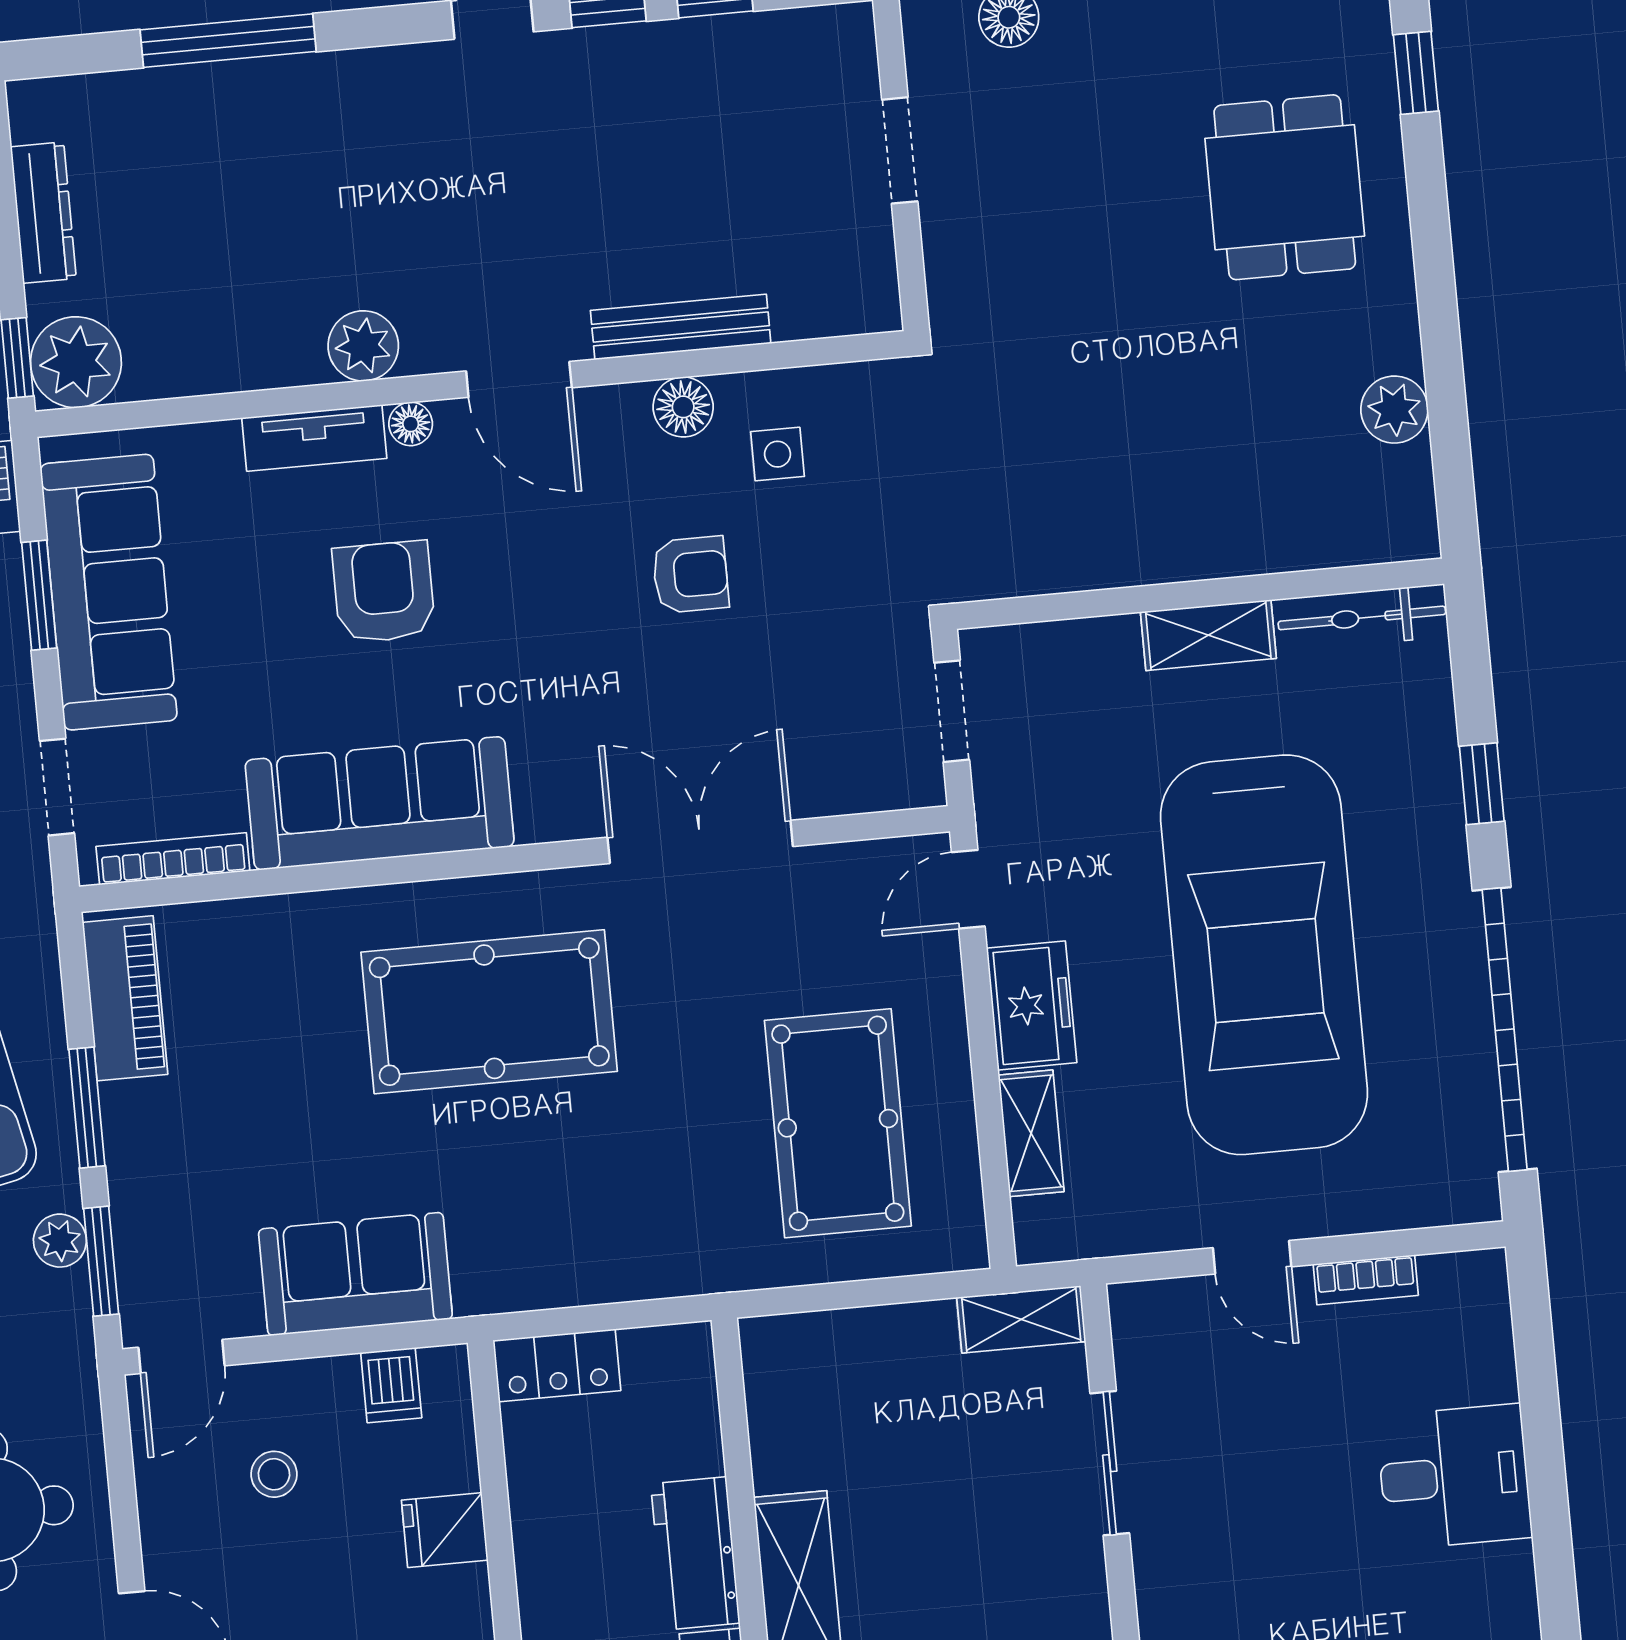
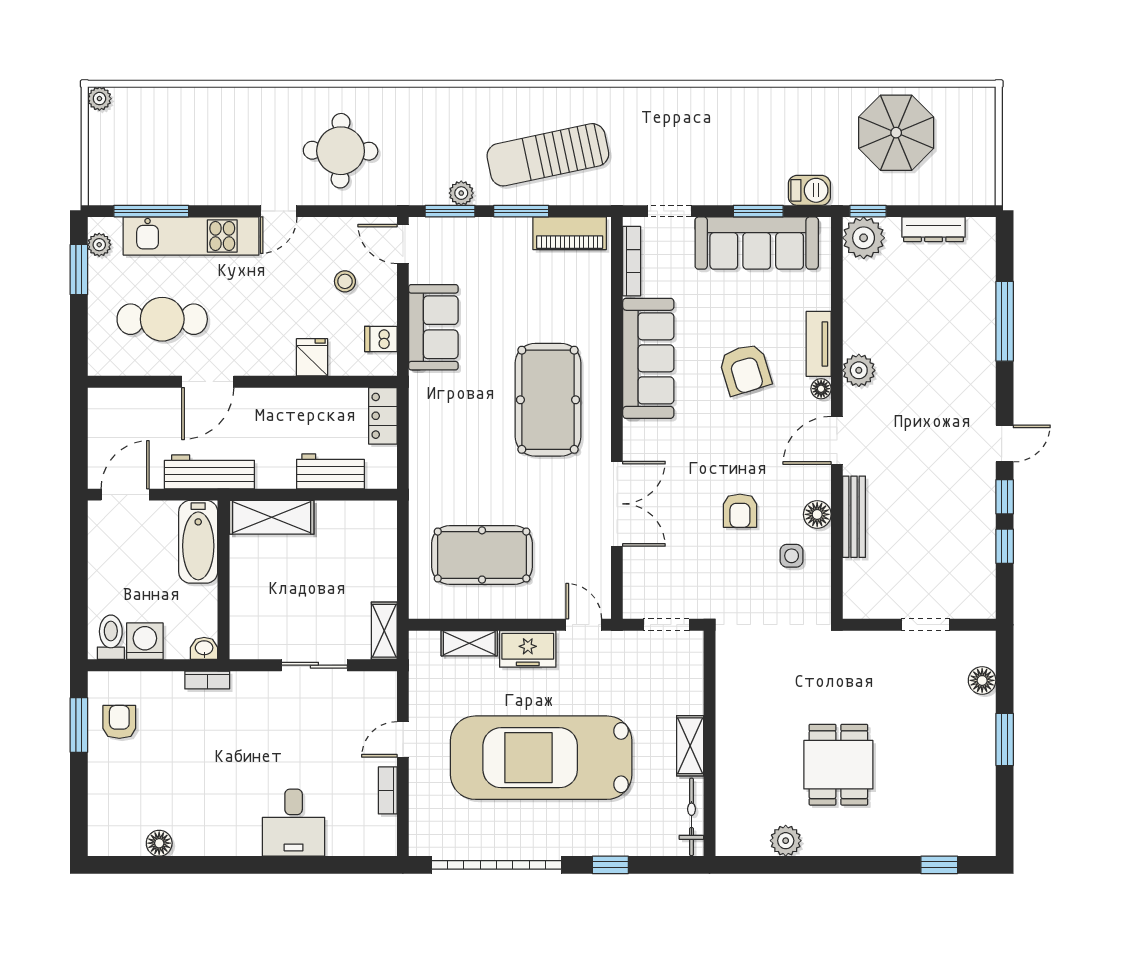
dining table: (1285, 187) -> (838, 765), moved, turned 90
armchair: (384, 592) -> (745, 369), turned 73
workbench: (695, 1553) -> (330, 471), moved

